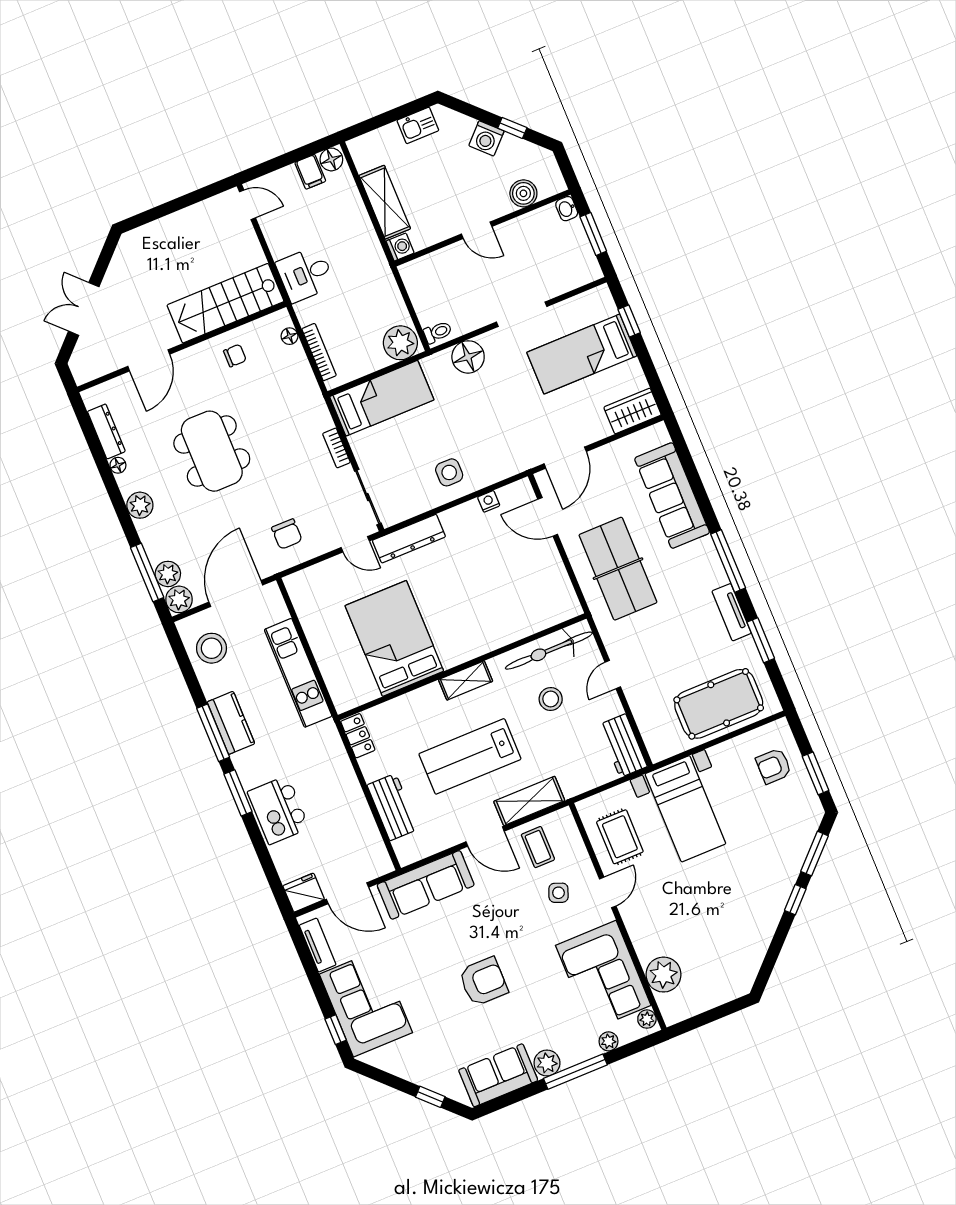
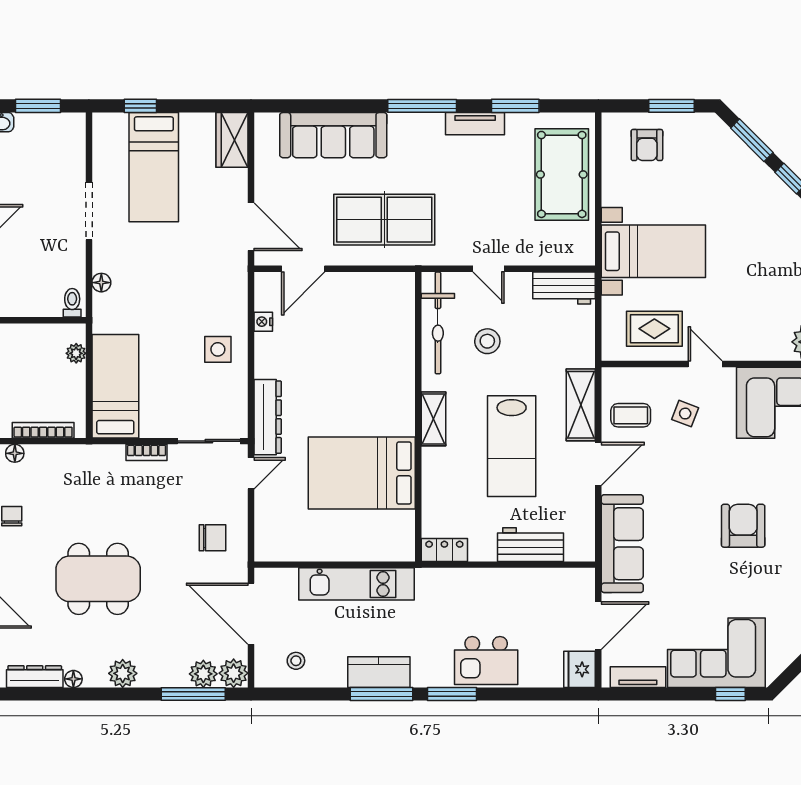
plant: (400, 343) -> (76, 353), width x0.53, depth x0.53
floor lamp: (468, 357) -> (101, 283), width x0.53, depth x0.53
stool: (211, 648) -> (296, 661), width x0.53, depth x0.53

